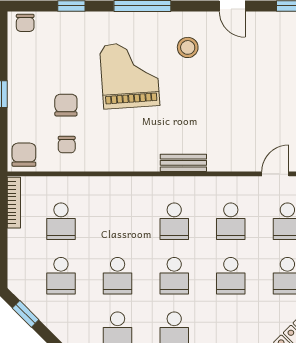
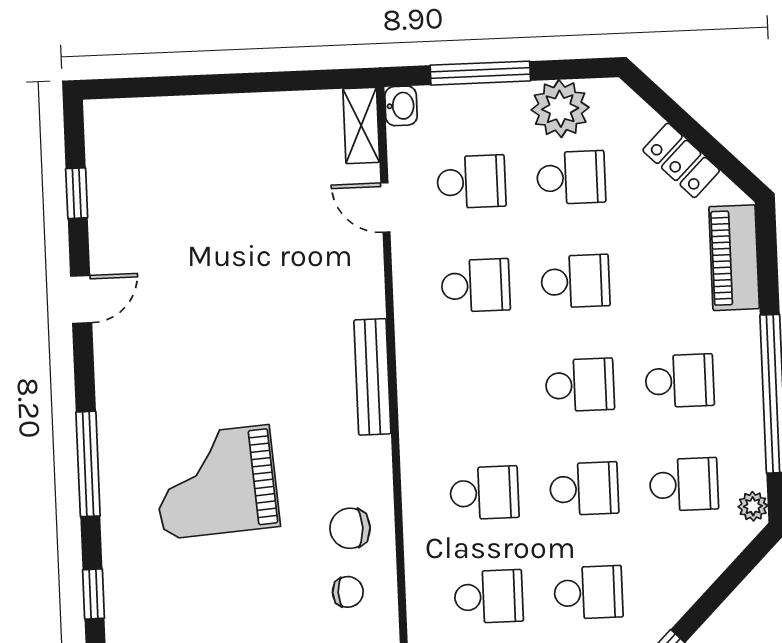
stool: (188, 47) -> (161, 378), removed
chair: (66, 105) -> (350, 528), moved
bench: (183, 163) -> (372, 377), width x1.36
school desk: (174, 221) -> (484, 493), moved

